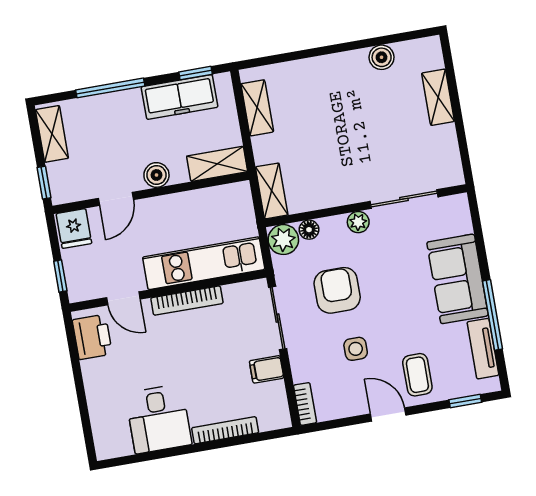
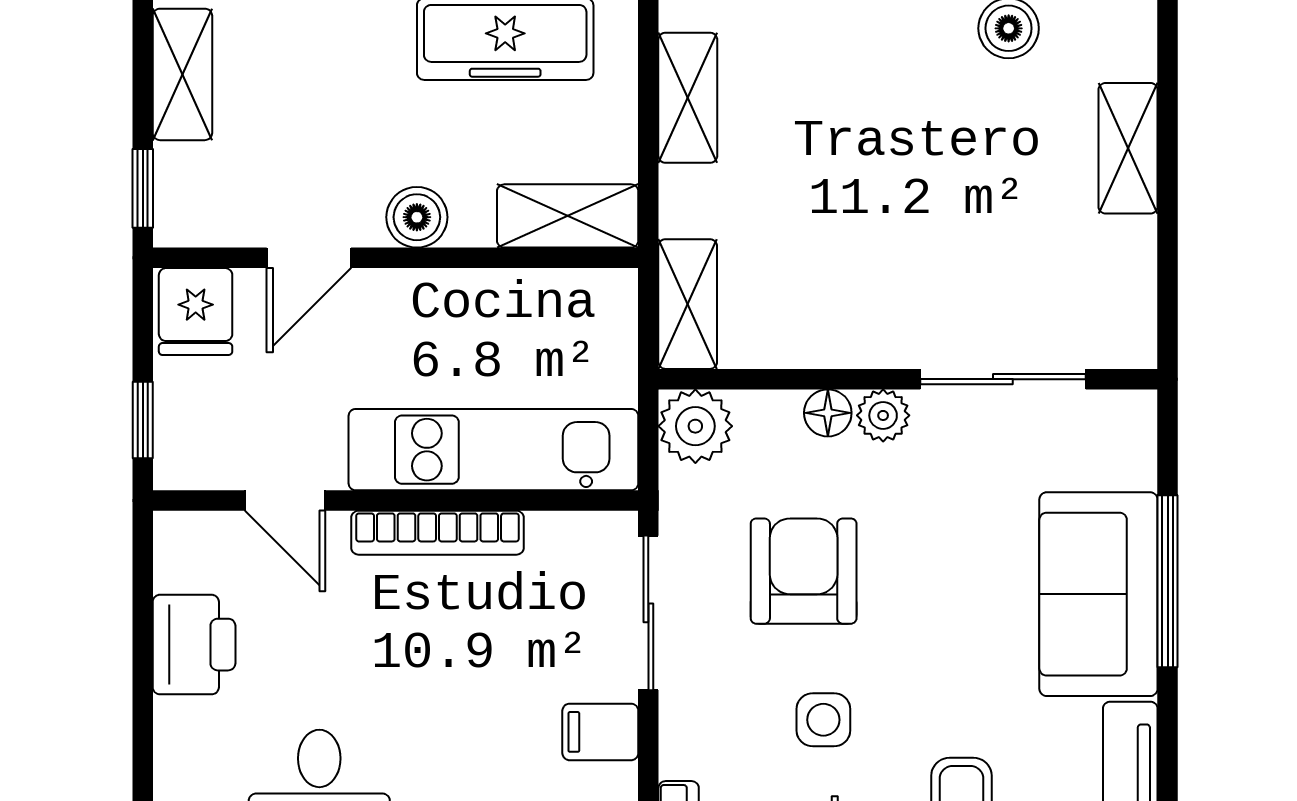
floor lamp: (309, 230) -> (828, 413), moved
window: (492, 315) -> (1168, 581), moved
printer: (92, 337) -> (194, 645), moved

